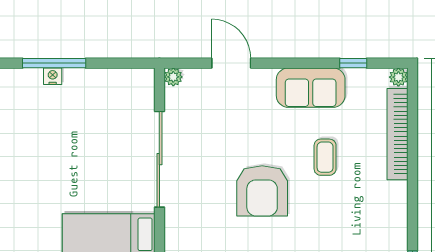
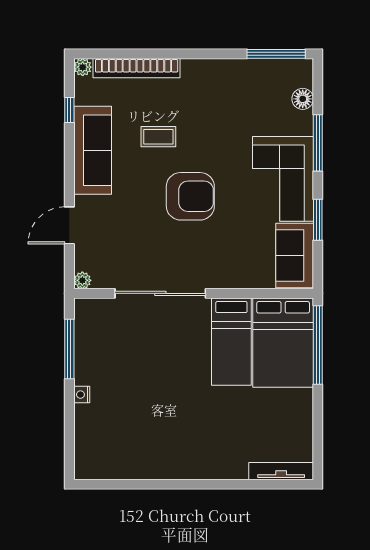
window: (54, 63) -> (69, 349), moved
sofa: (311, 88) -> (93, 150), width x1.36

